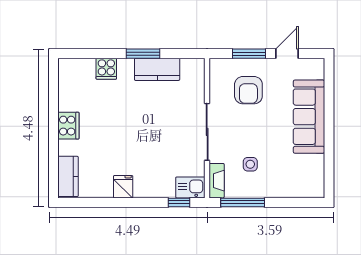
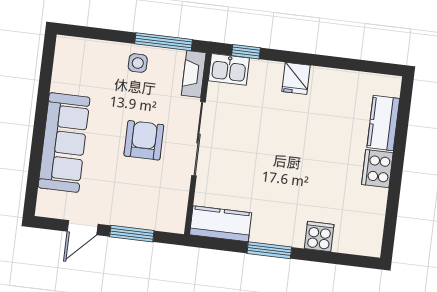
kitchen counter: (157, 69) -> (221, 224), moved
armchair: (248, 90) -> (144, 140), moved
side table: (250, 164) -> (138, 63), moved
kitchen counter: (68, 176) -> (383, 123), moved
fridge: (123, 187) -> (296, 78), moved

